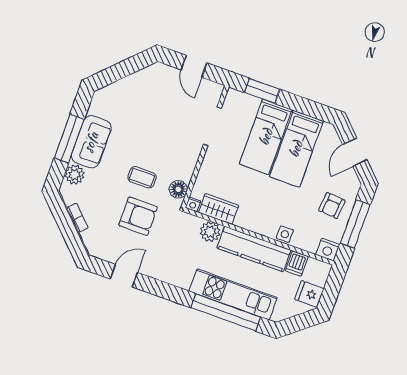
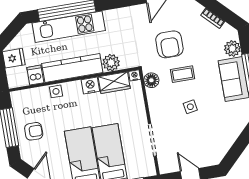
side table: (153, 139) -> (190, 107), added
armchair: (332, 206) -> (34, 131), turned 85
armchair: (138, 216) -> (169, 44), turned -90
nightstand: (328, 250) -> (90, 86), moved

